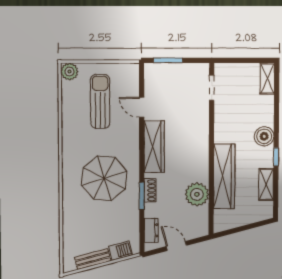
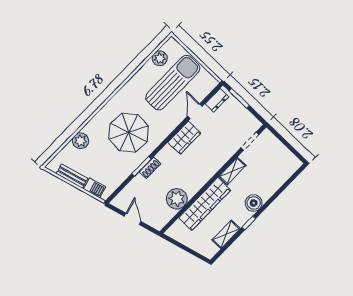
plant: (69, 72) -> (160, 58), moved
shelving: (267, 79) -> (232, 171), moved
sun lounger: (100, 101) -> (173, 83), width x1.36, depth x1.34
wardrobe: (154, 147) -> (184, 138), width x0.67
plant: (71, 223) -> (81, 141), added
dresser: (151, 230) -> (217, 100), moved

